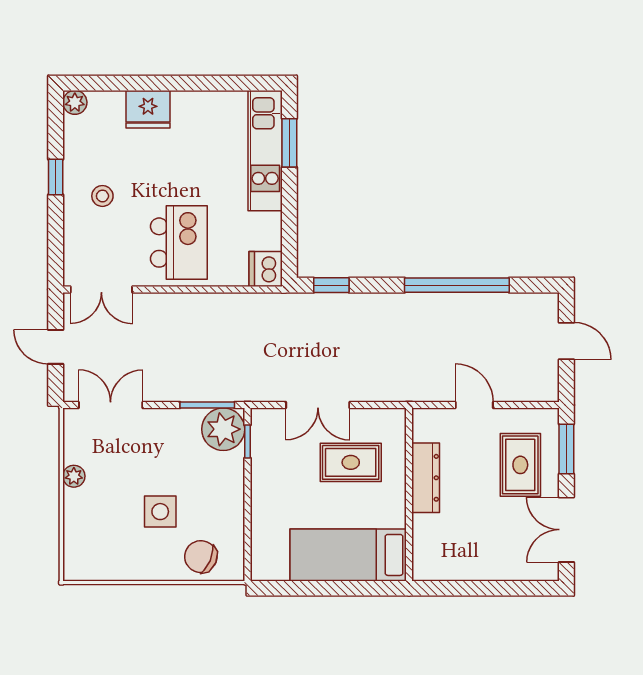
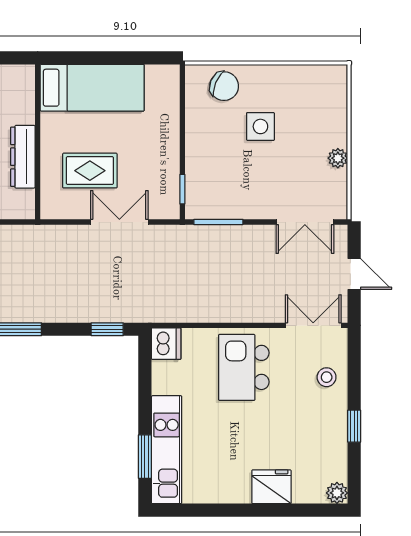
stool: (102, 196) -> (327, 377), moved
plant: (223, 429) -> (204, 200), removed

